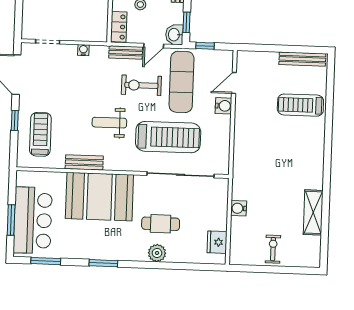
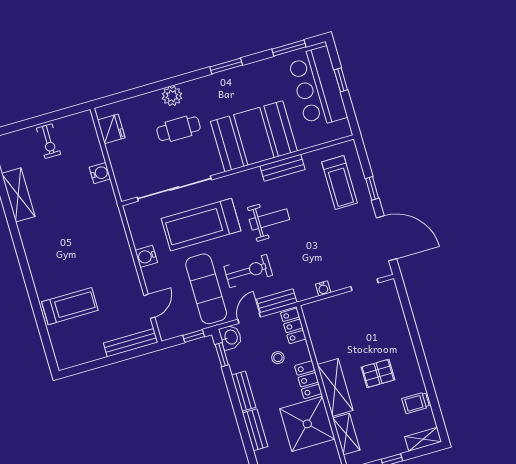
bench: (302, 59) -> (131, 343), moved
water cooler: (224, 106) -> (146, 256), moved
window: (11, 220) -> (341, 80), width x0.67

